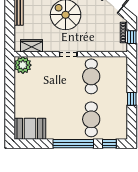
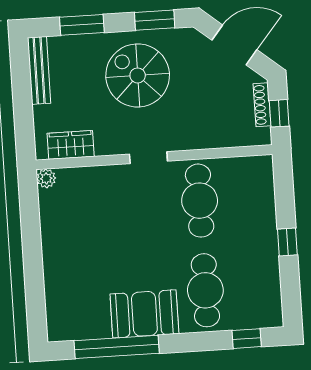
plant: (23, 65) -> (46, 178), width x0.53, depth x0.53
booth: (30, 129) -> (144, 314), moved
window: (73, 144) -> (117, 347), moved

